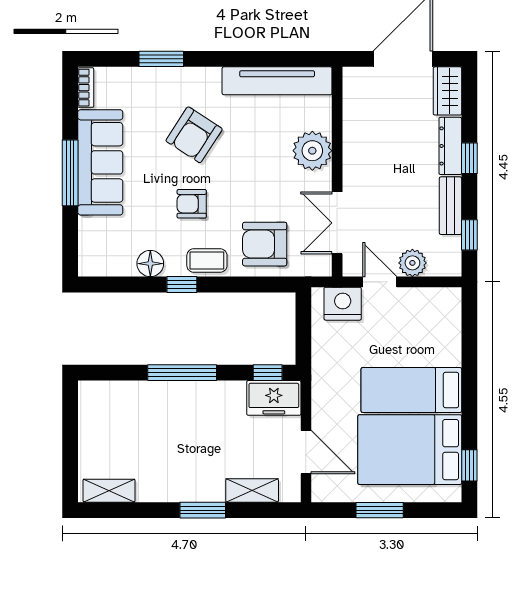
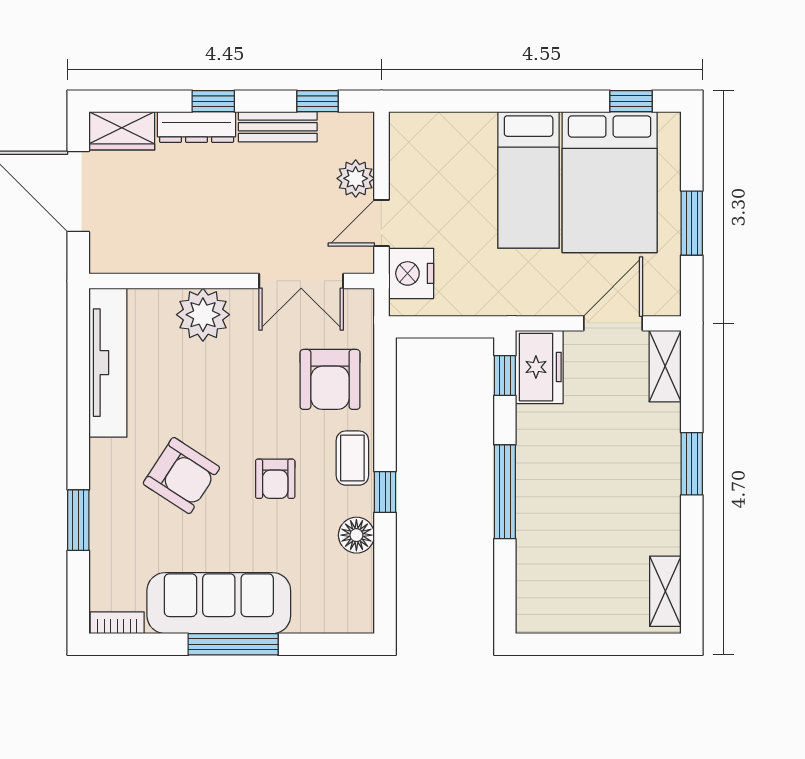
shelving: (252, 490) -> (665, 366), moved

